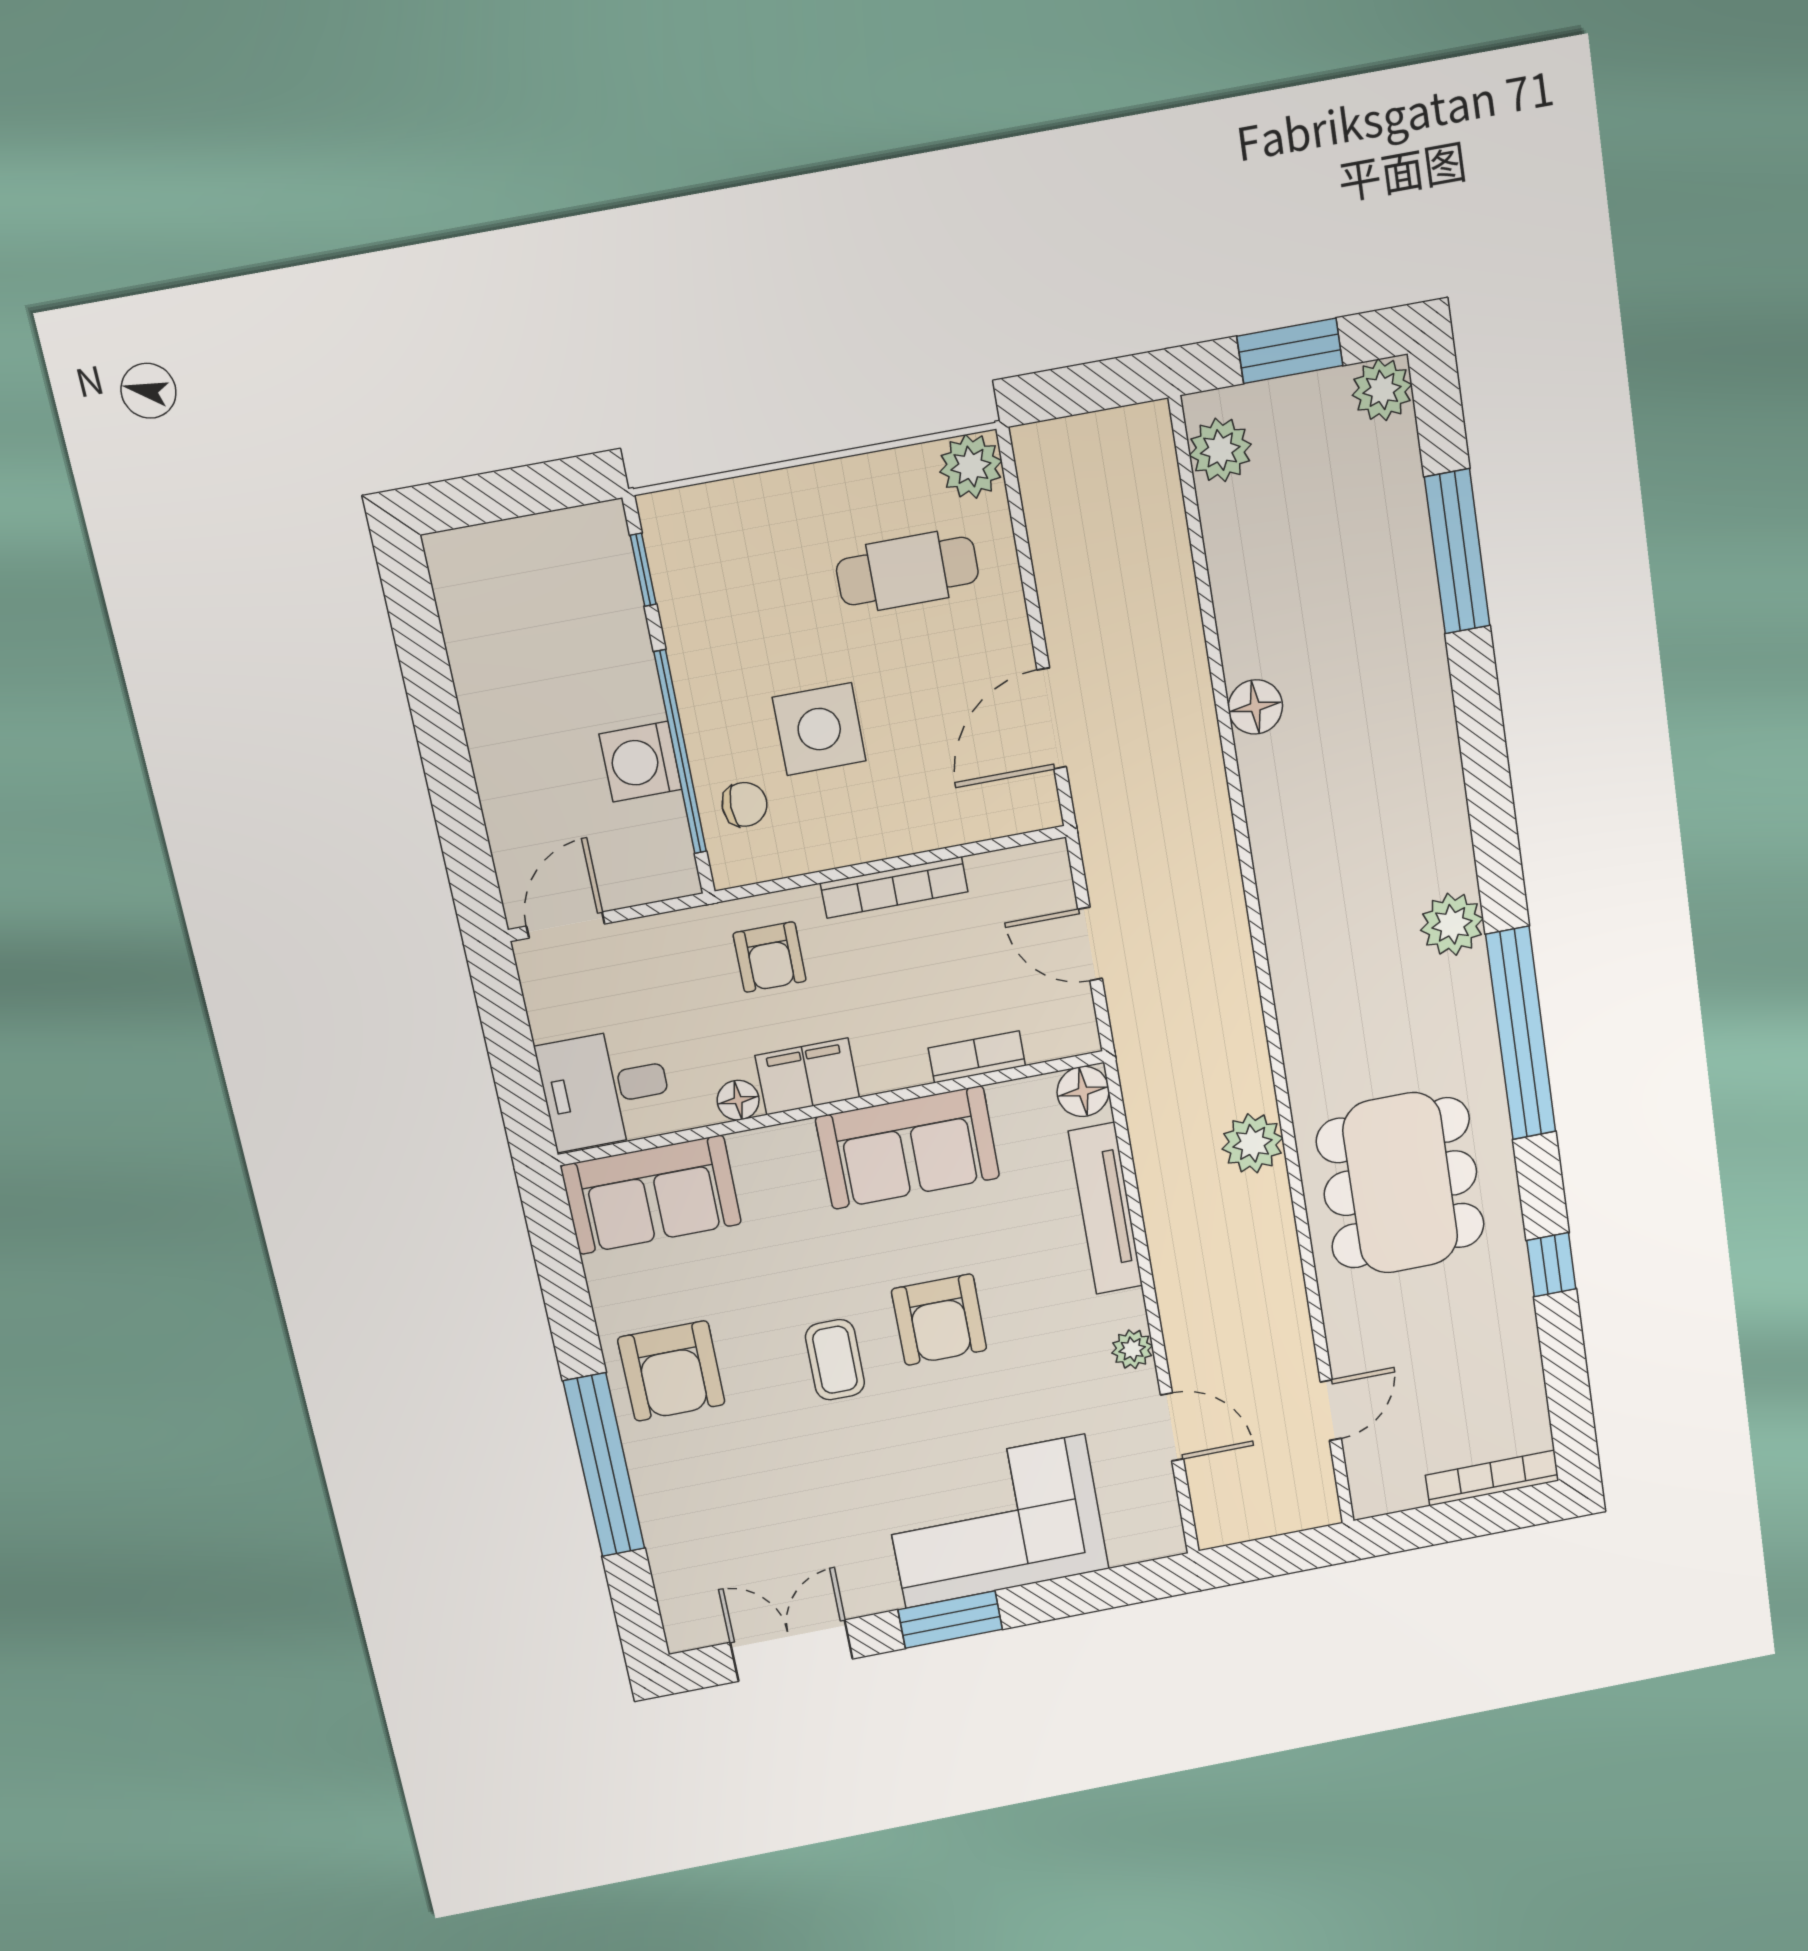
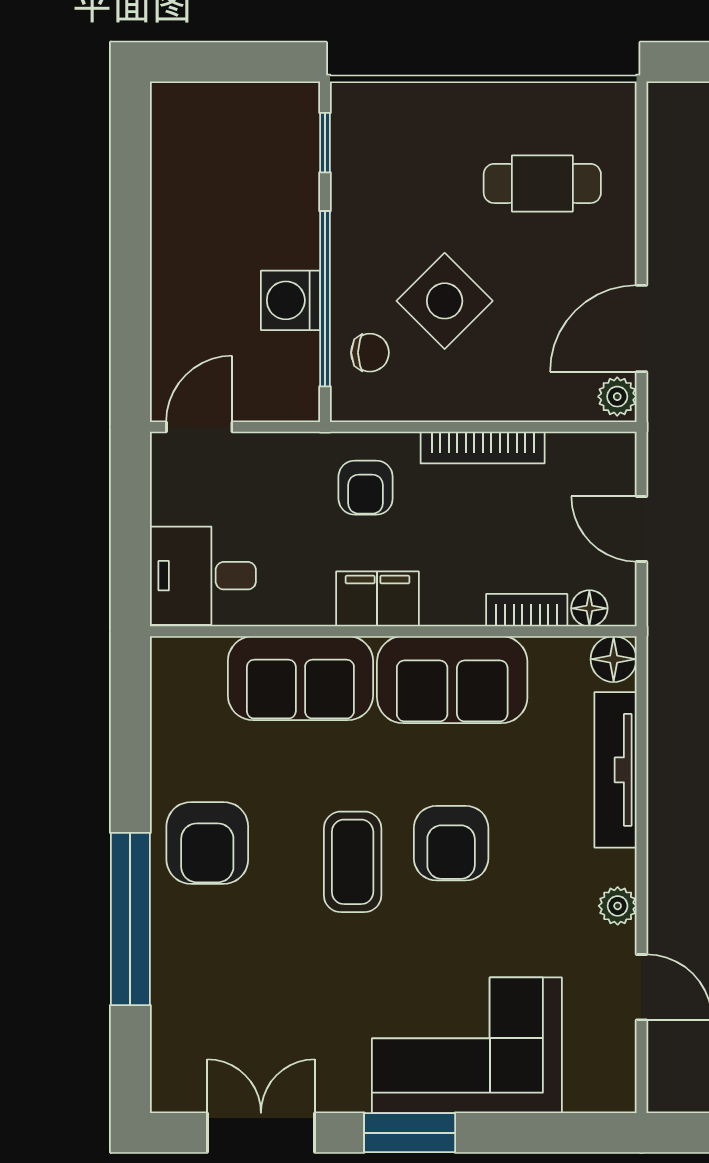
plant: (971, 466) -> (617, 397), moved, width x0.73, depth x0.73
side table: (819, 729) -> (445, 301), turned 45
floor lamp: (738, 1100) -> (589, 608), moved
sofa: (651, 1195) -> (300, 678), moved
coffee table: (835, 1360) -> (353, 862), width x1.36, depth x1.30

